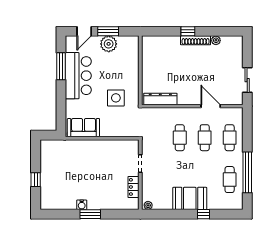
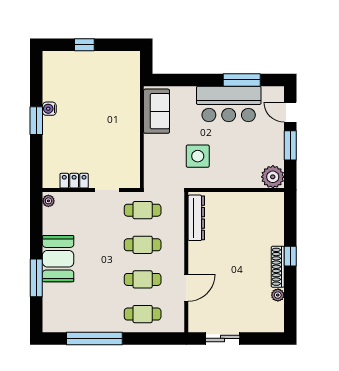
plant: (109, 44) -> (273, 177), moved
cafe table: (230, 180) -> (143, 210), moved
window: (204, 214) -> (36, 278), width x2.17

